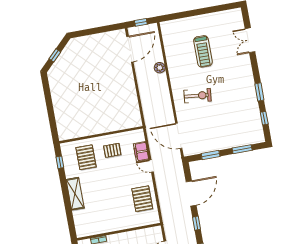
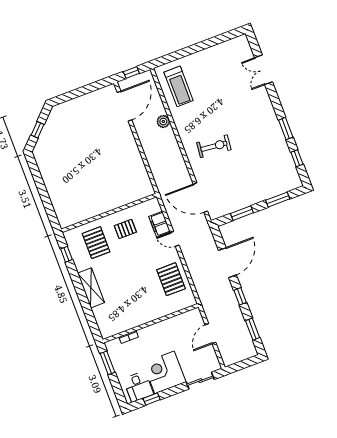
treadmill: (203, 51) -> (179, 86), moved

